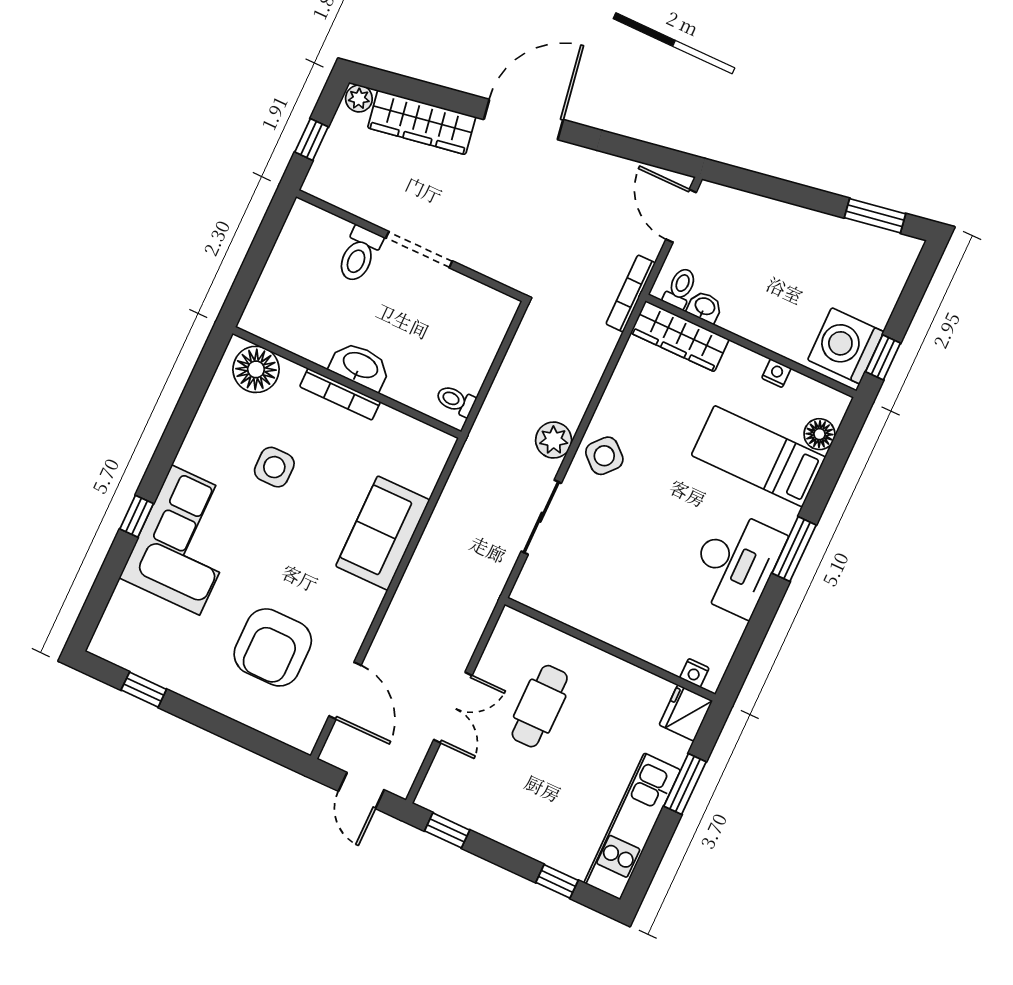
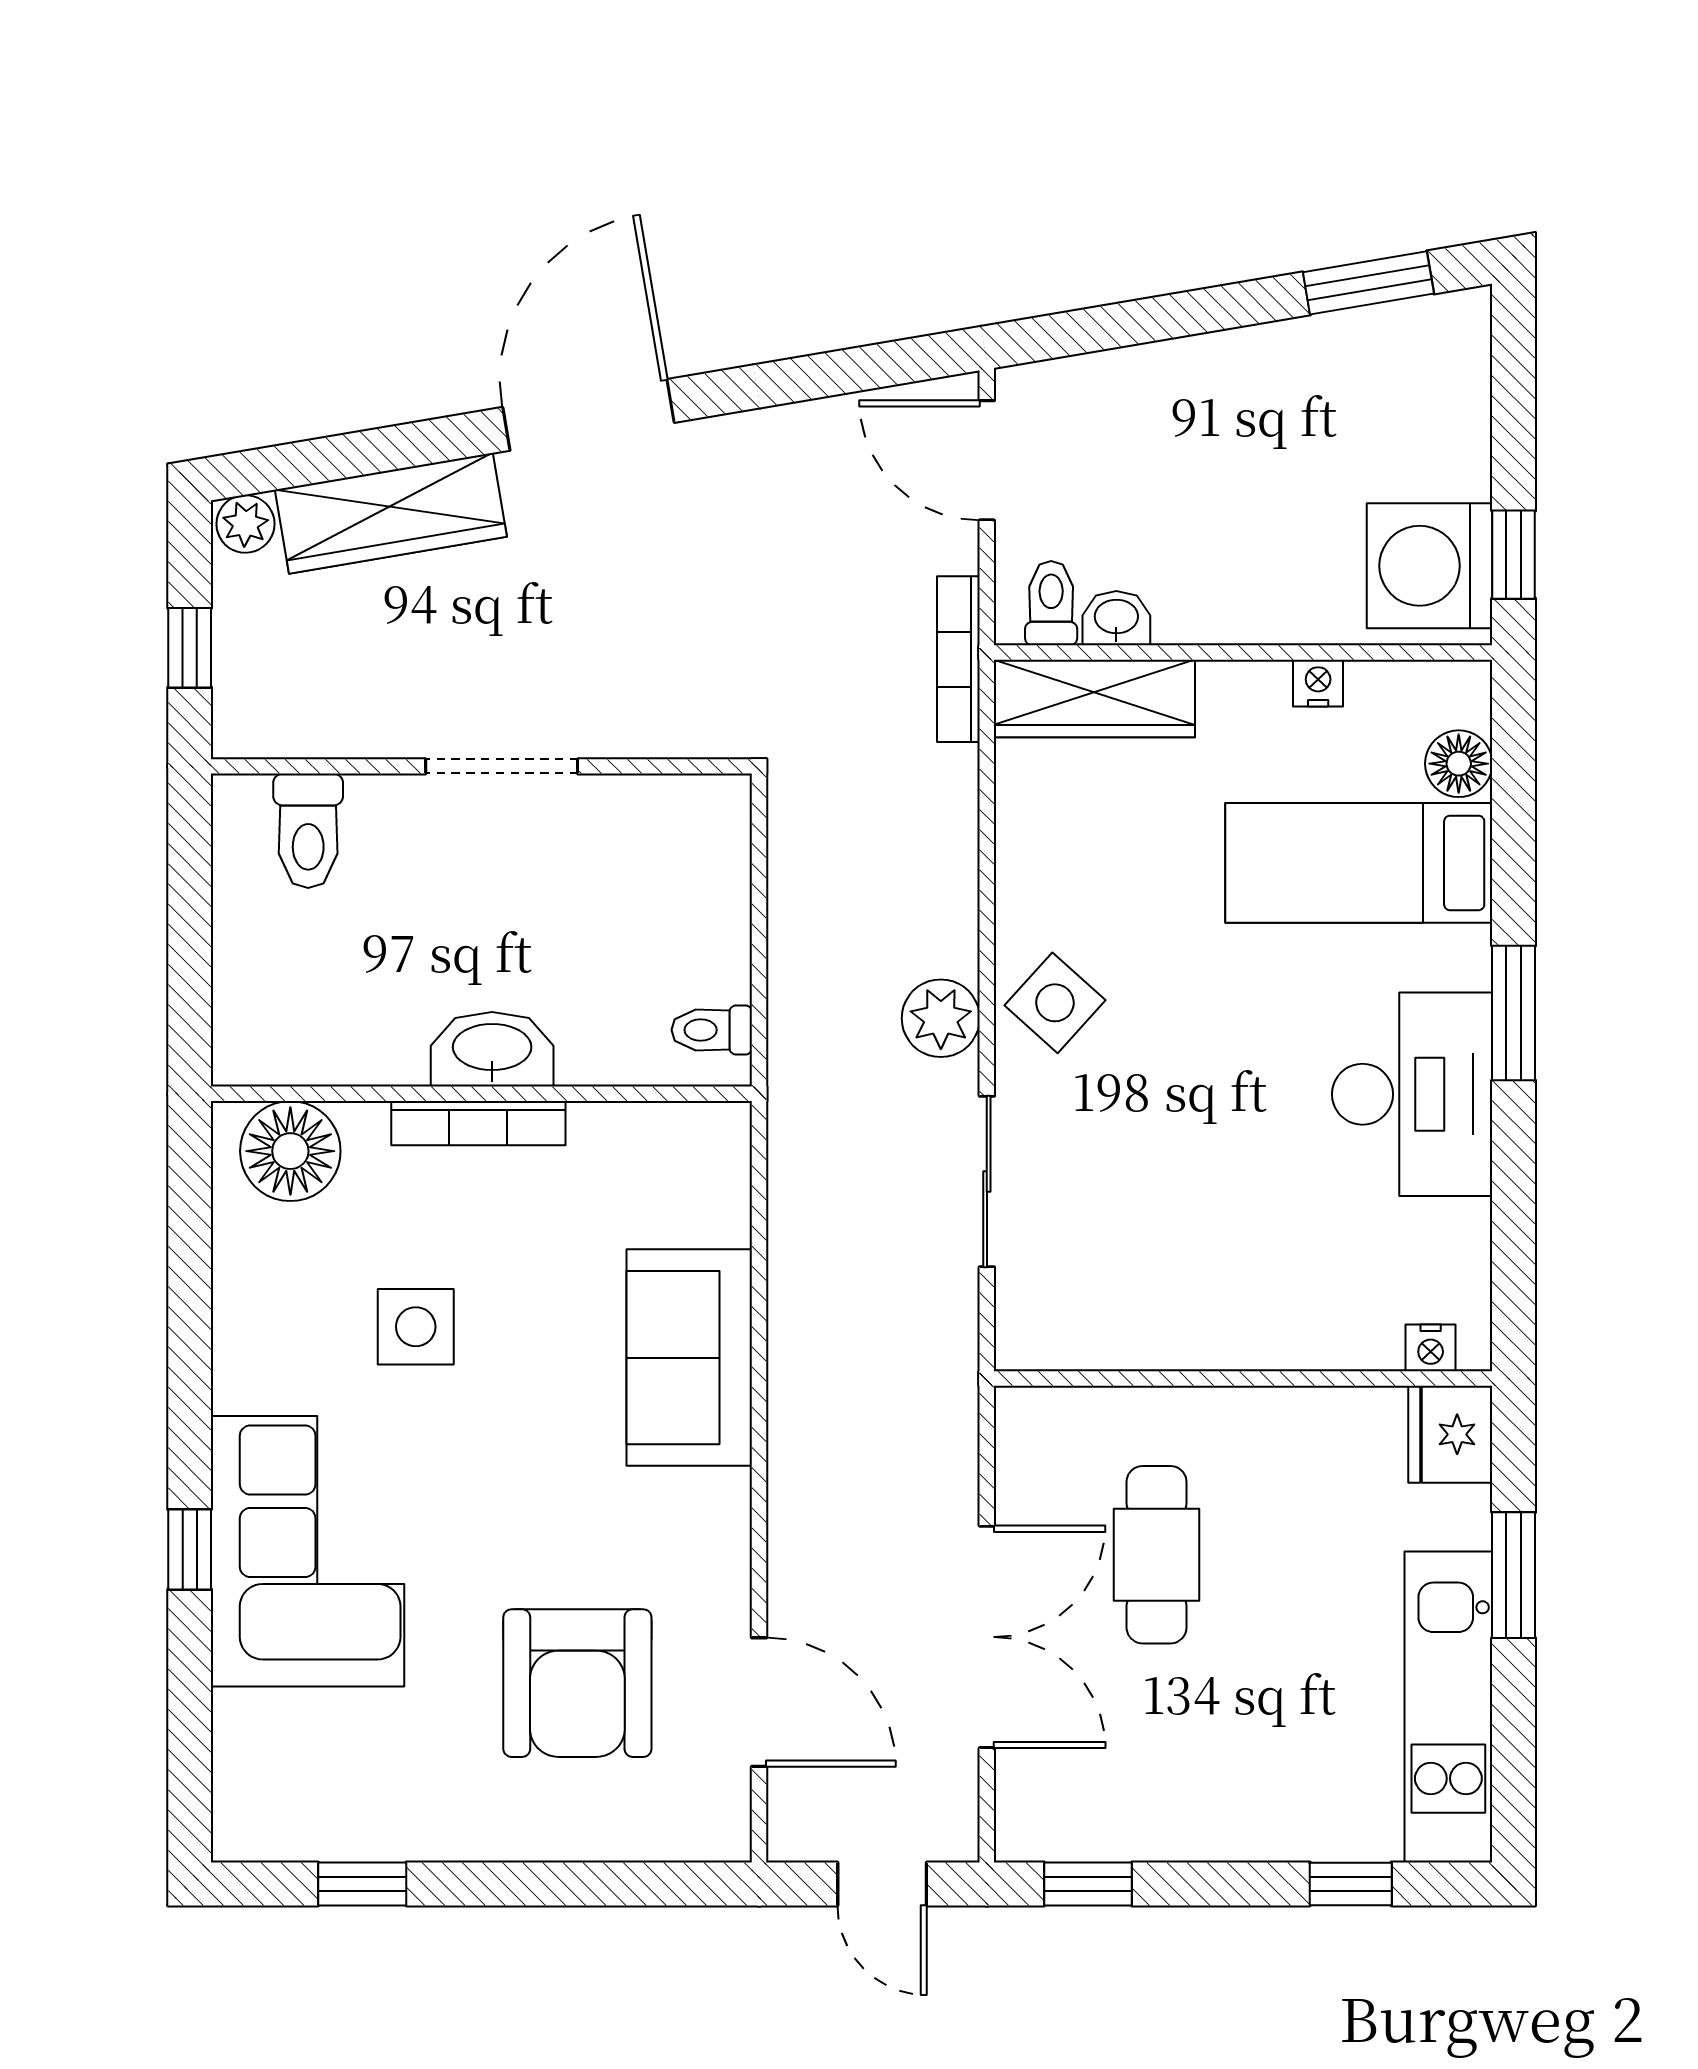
toilet: (359, 255) -> (308, 831), moved
double door: (453, 708) -> (987, 1637), width x1.37

